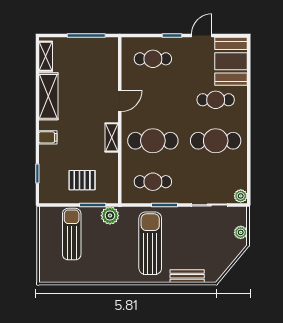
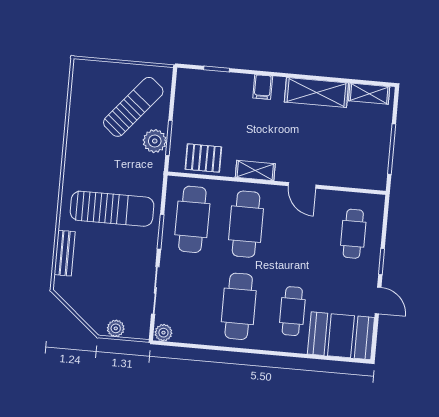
pallet: (82, 180) -> (203, 158), moved, turned 90
cafe table: (153, 182) -> (192, 219), width x1.37, depth x1.35
plant: (110, 216) -> (155, 141), moved
sun lounger: (72, 234) -> (133, 107), turned -50

